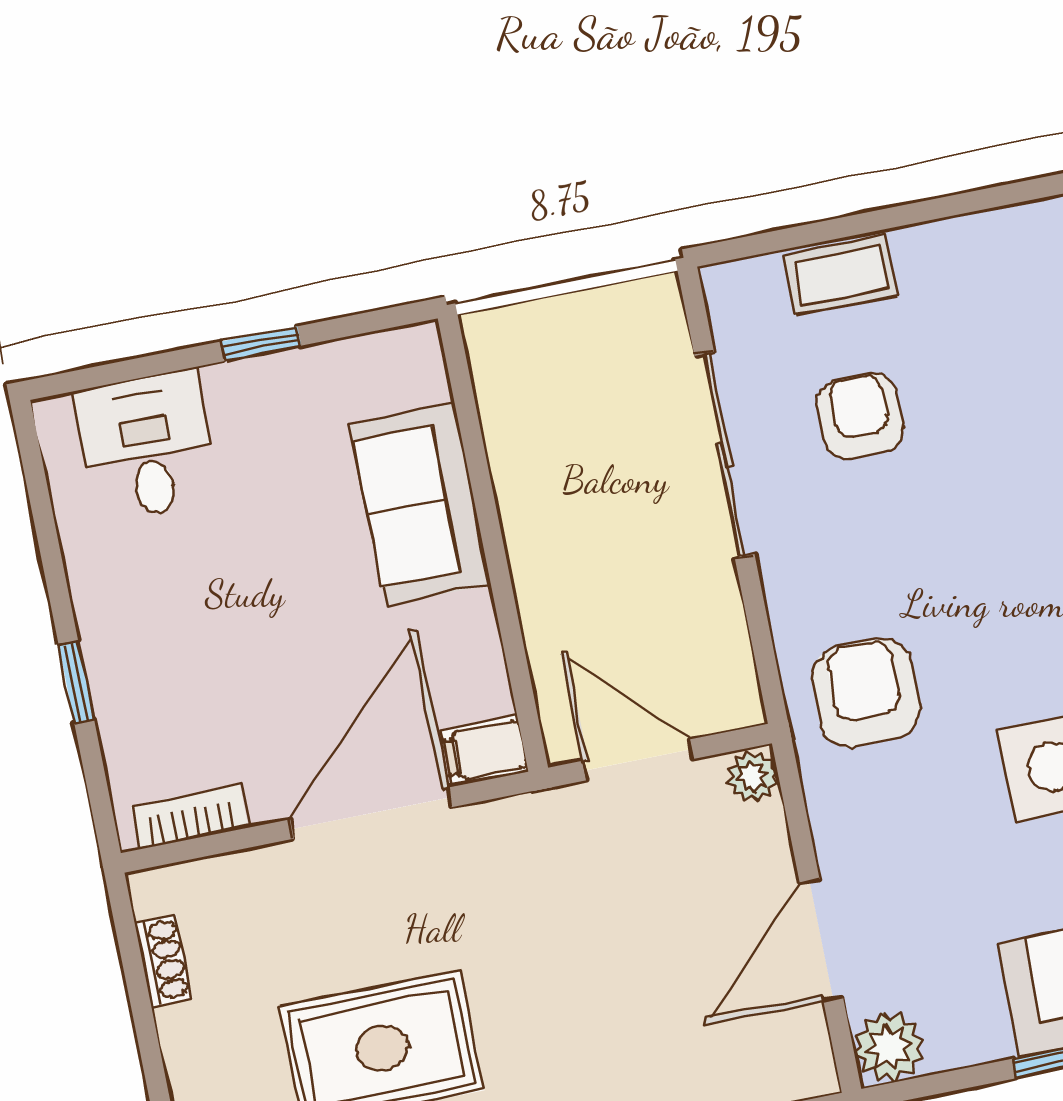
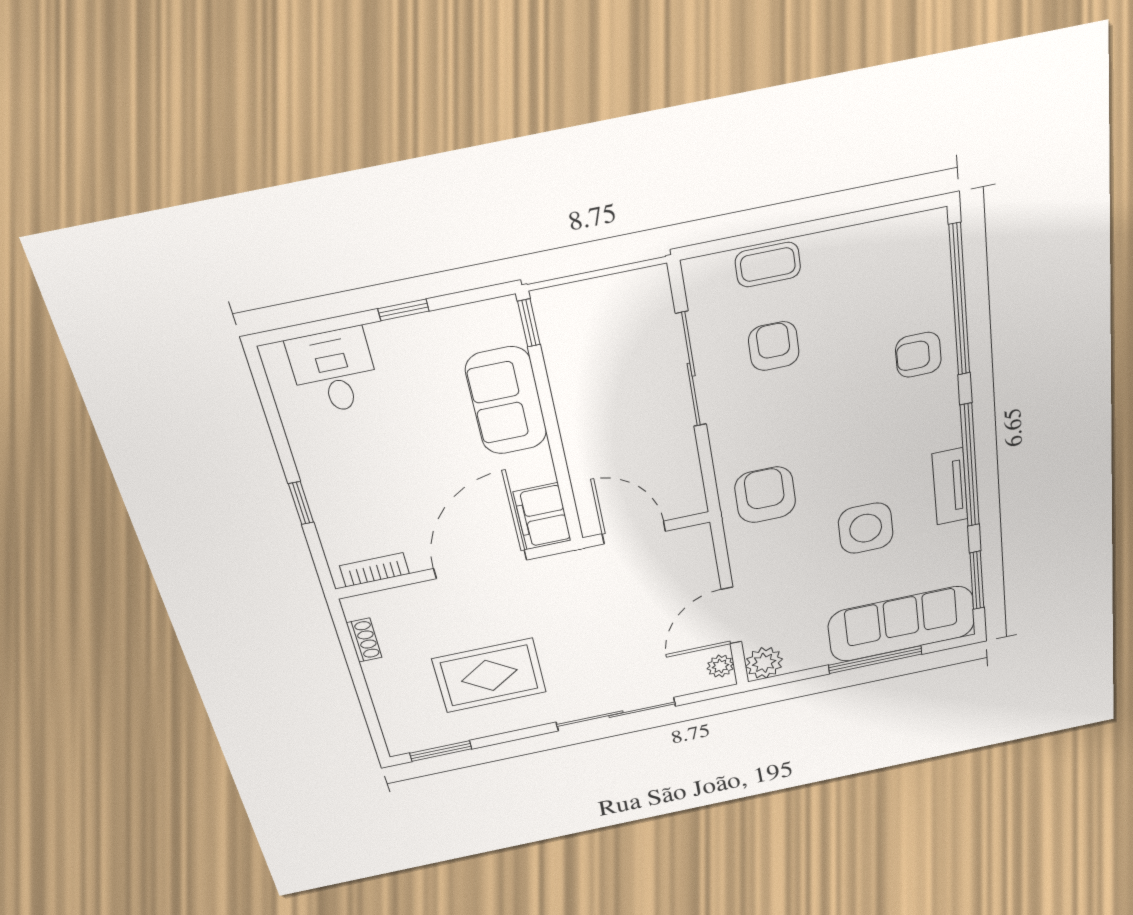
window: (458, 369) -> (529, 323), added
filing cabinet: (485, 751) -> (542, 516), width x2.00
plant: (753, 776) -> (720, 666), moved

